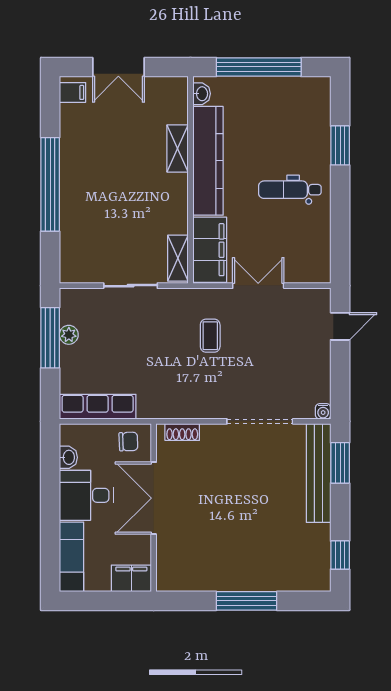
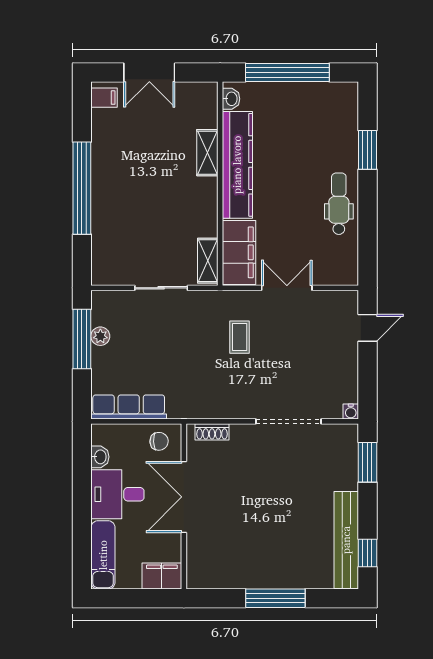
dental chair: (290, 190) -> (339, 204), moved, turned 90
bench: (319, 473) -> (346, 540), moved

